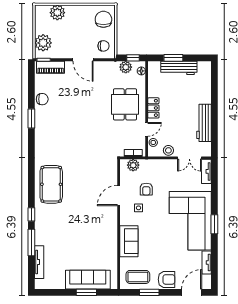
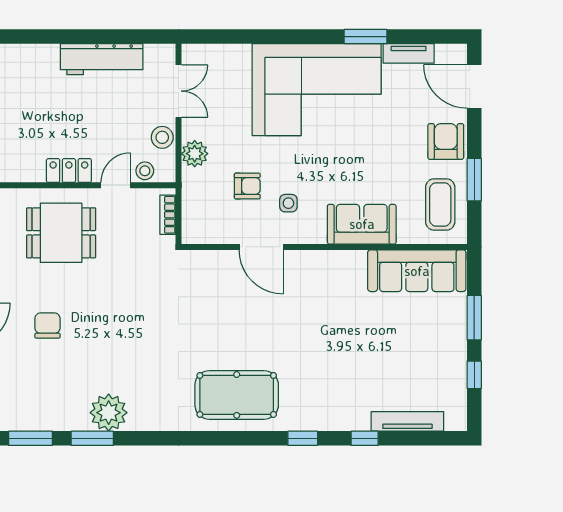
window: (31, 90) -> (30, 438), added
chair: (42, 99) -> (47, 325), moved
plant: (43, 126) -> (109, 413), added
door: (147, 129) -> (116, 185), hinge flipped
plant: (133, 165) -> (195, 154), moved
tv unit: (206, 171) -> (208, 54), removed
window: (214, 224) -> (366, 37), moved
window: (31, 243) -> (365, 438), width x0.46
sofa: (88, 280) -> (417, 271), moved, turned -90
window: (60, 292) -> (474, 375), added

